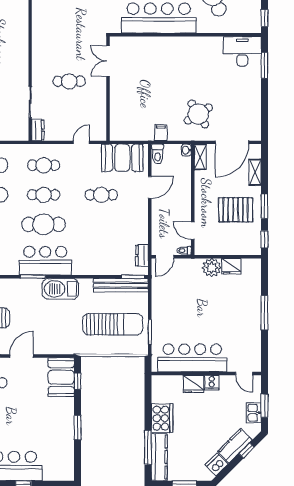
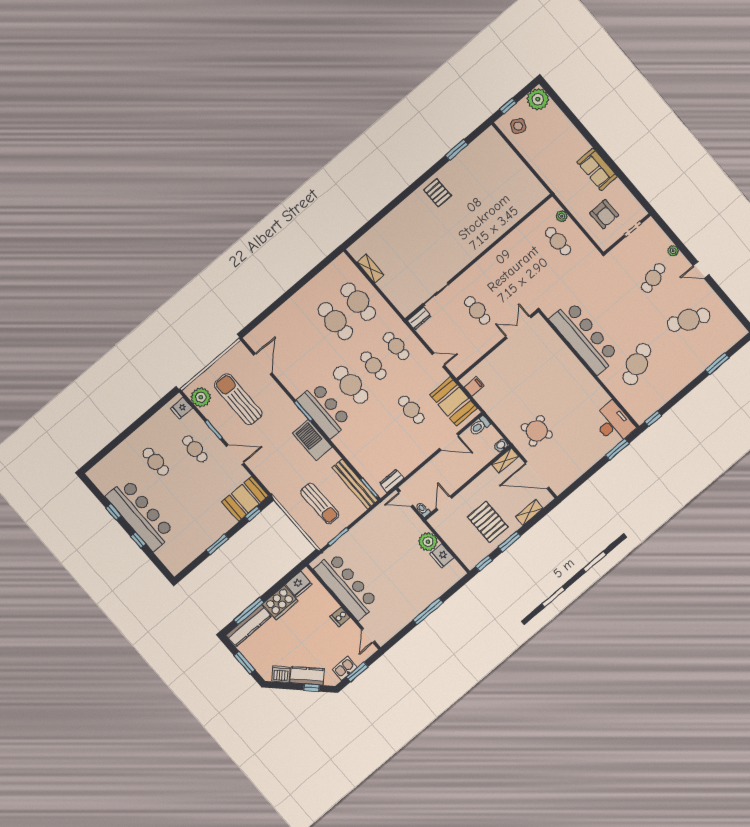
filing cabinet: (161, 133) -> (474, 386), moved
sun lounger: (113, 324) -> (320, 503), width x0.73, depth x0.75
fridge: (193, 384) -> (299, 584), moved, turned -90

